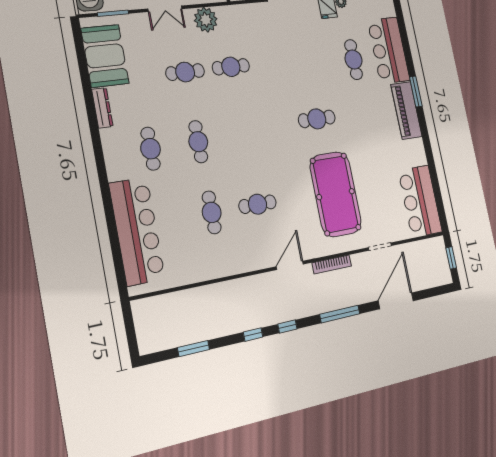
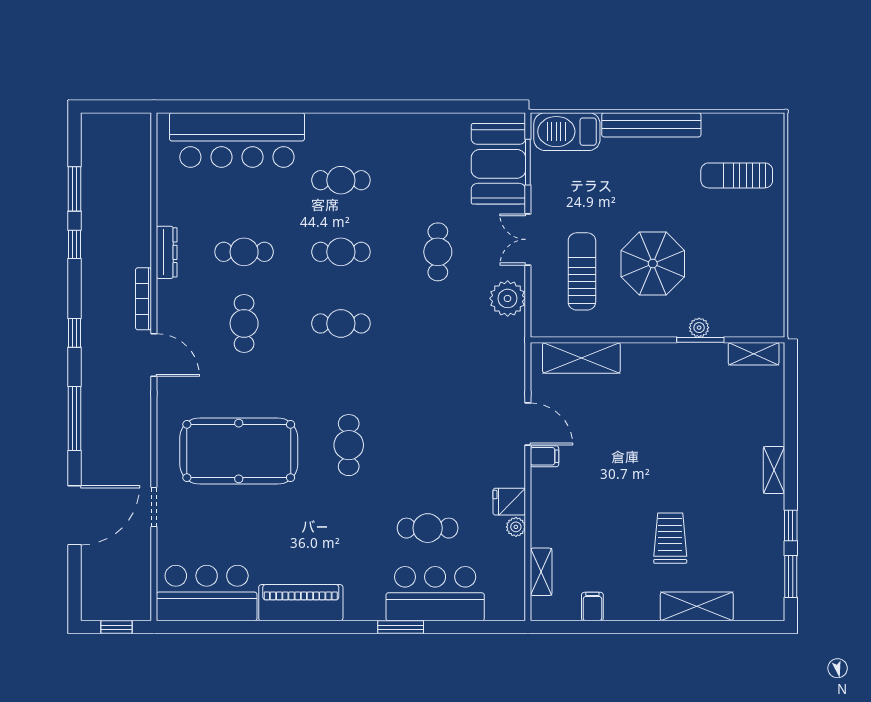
booth: (105, 56) -> (498, 164), moved, turned 90
cafe table: (231, 67) -> (341, 323), moved, turned 90
window: (416, 92) -> (401, 627), moved
dresser: (102, 108) -> (167, 252), moved, turned -90
piano: (406, 110) -> (301, 603), moved
bookcase: (332, 264) -> (143, 299), moved
door: (396, 301) -> (74, 515), hinge flipped
window: (253, 335) -> (74, 244), moved

